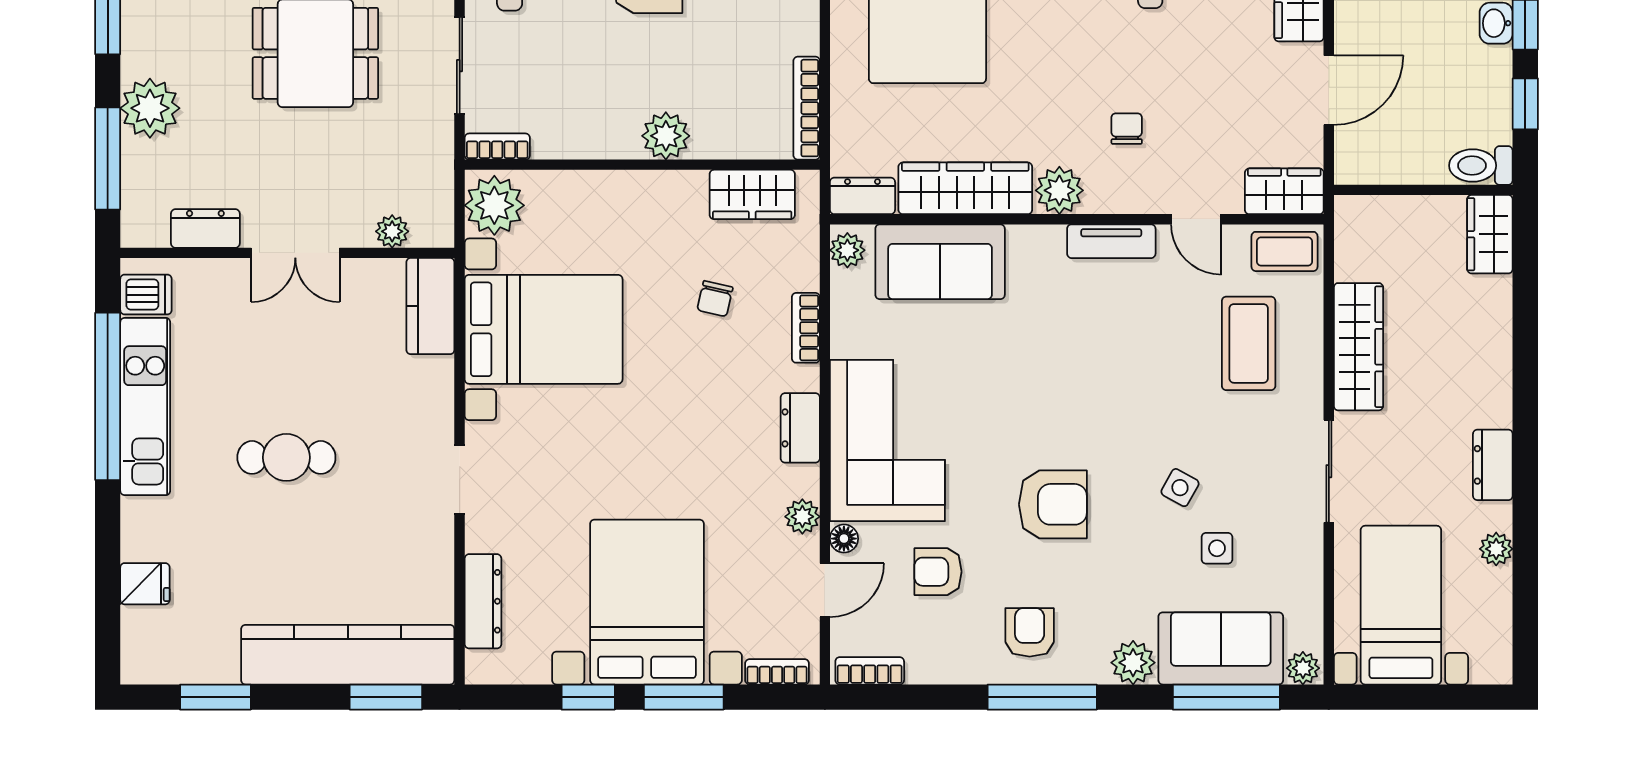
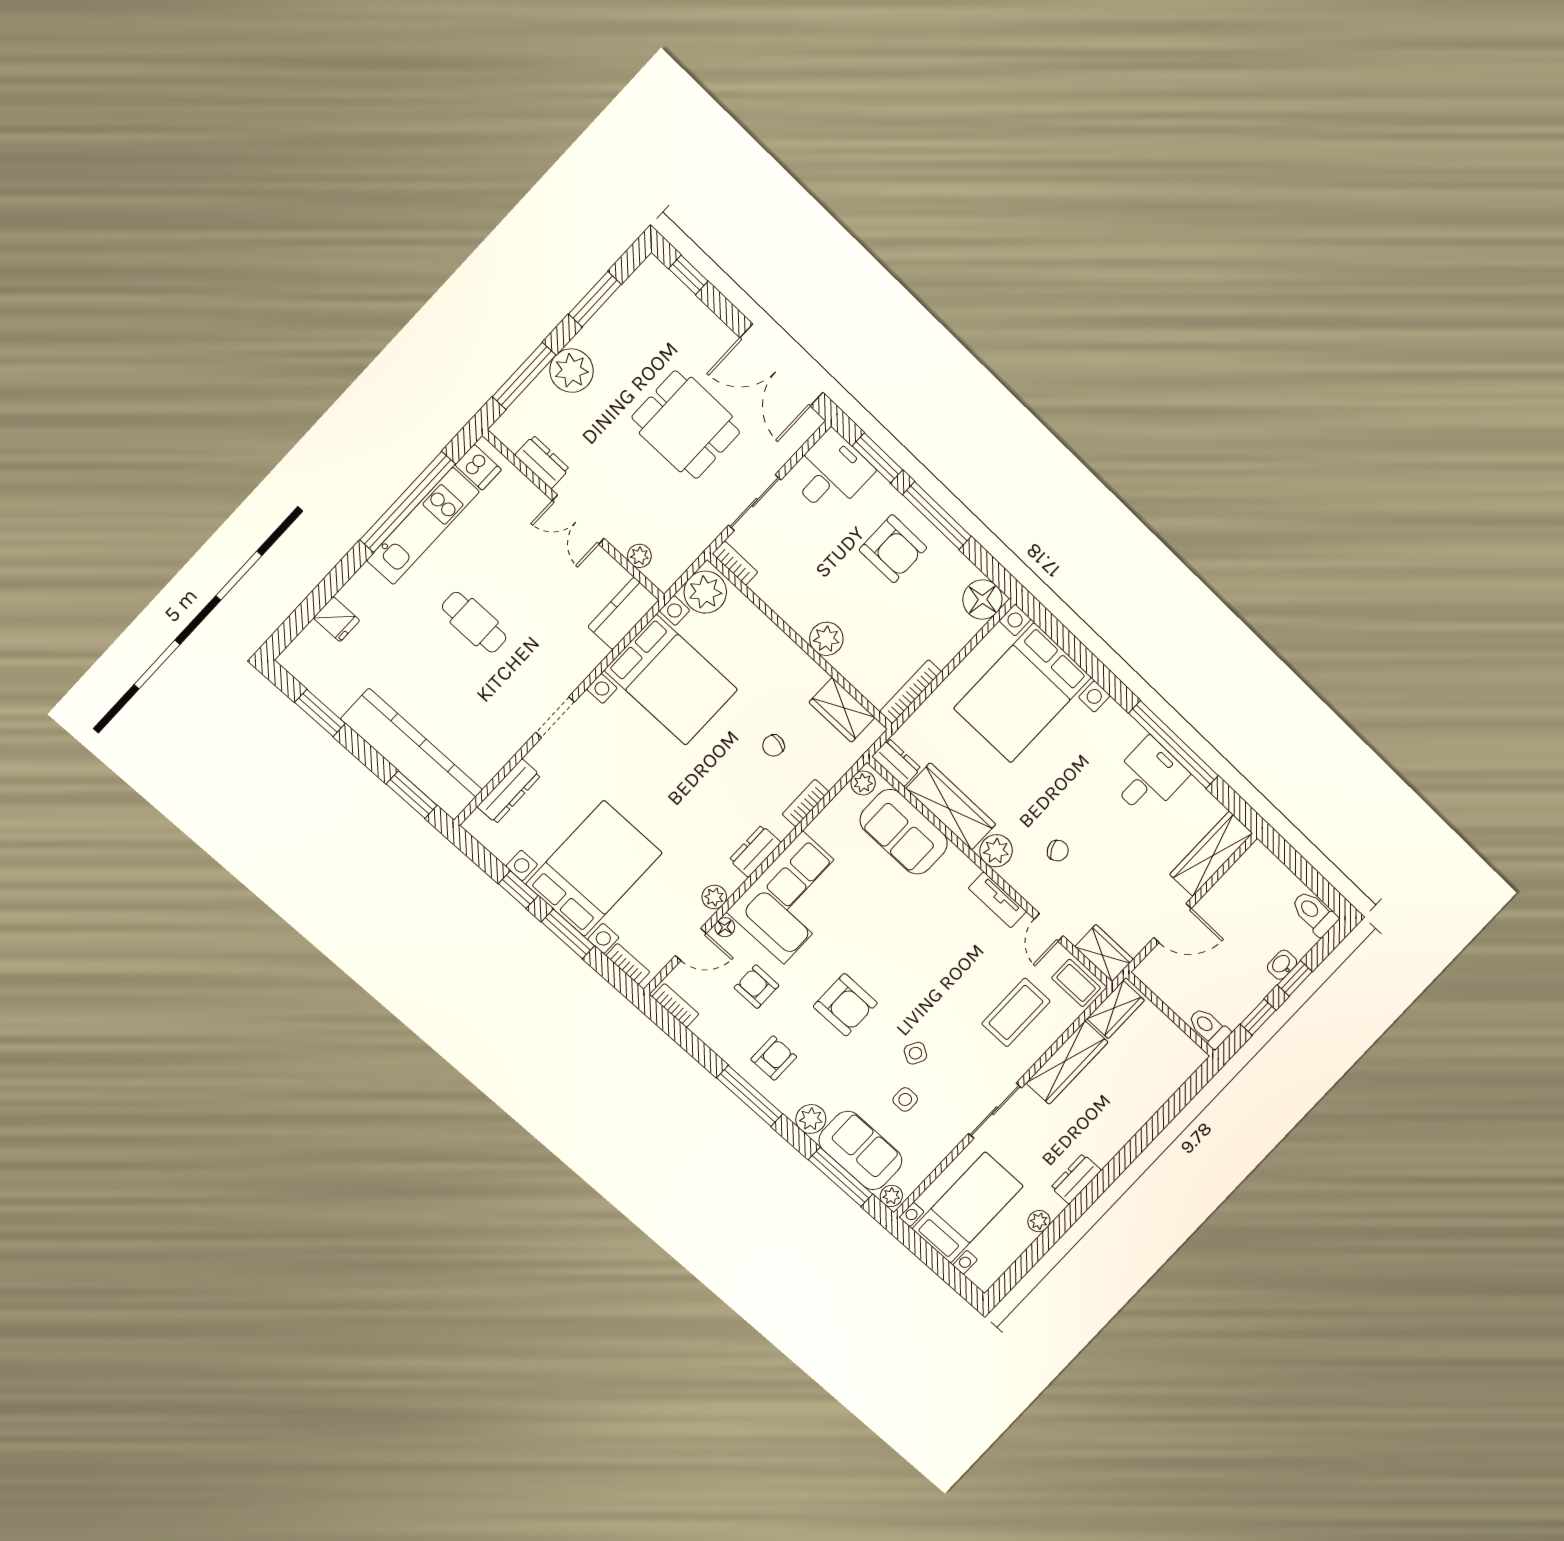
chair: (1127, 129) -> (1058, 851), turned 63
wardrobe: (1490, 234) -> (1116, 1010), moved, turned 180

